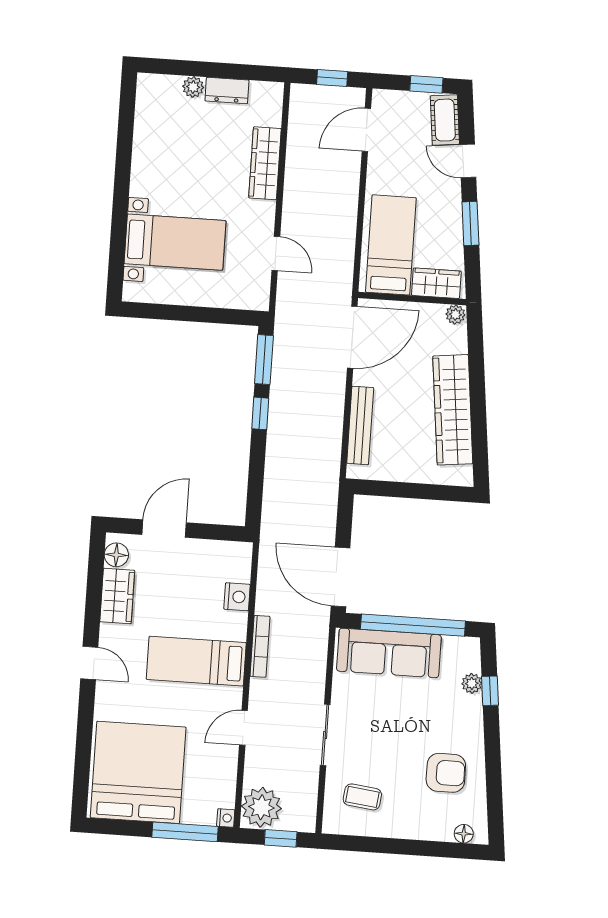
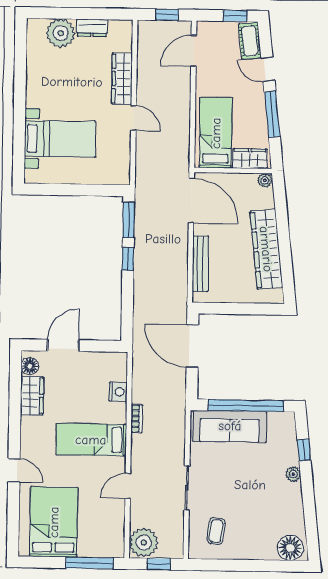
plant: (193, 87) -> (61, 33), width x1.88, depth x1.88
window: (470, 223) -> (272, 114), width x1.44
door: (276, 253) -> (134, 118), moved
door: (352, 337) -> (191, 201), hinge flipped
door: (340, 577) -> (192, 346), moved
bookcase: (260, 646) -> (137, 419), width x0.64
door: (89, 663) -> (14, 470), moved
plant: (472, 683) -> (293, 474), moved
bed: (138, 772) -> (54, 522), width x0.73
armchair: (446, 773) -> (275, 511), removed
coffee table: (362, 797) -> (216, 531), turned 90
nightstand: (226, 818) -> (118, 551), removed
floor lamp: (464, 834) -> (290, 548), width x1.89, depth x1.89

